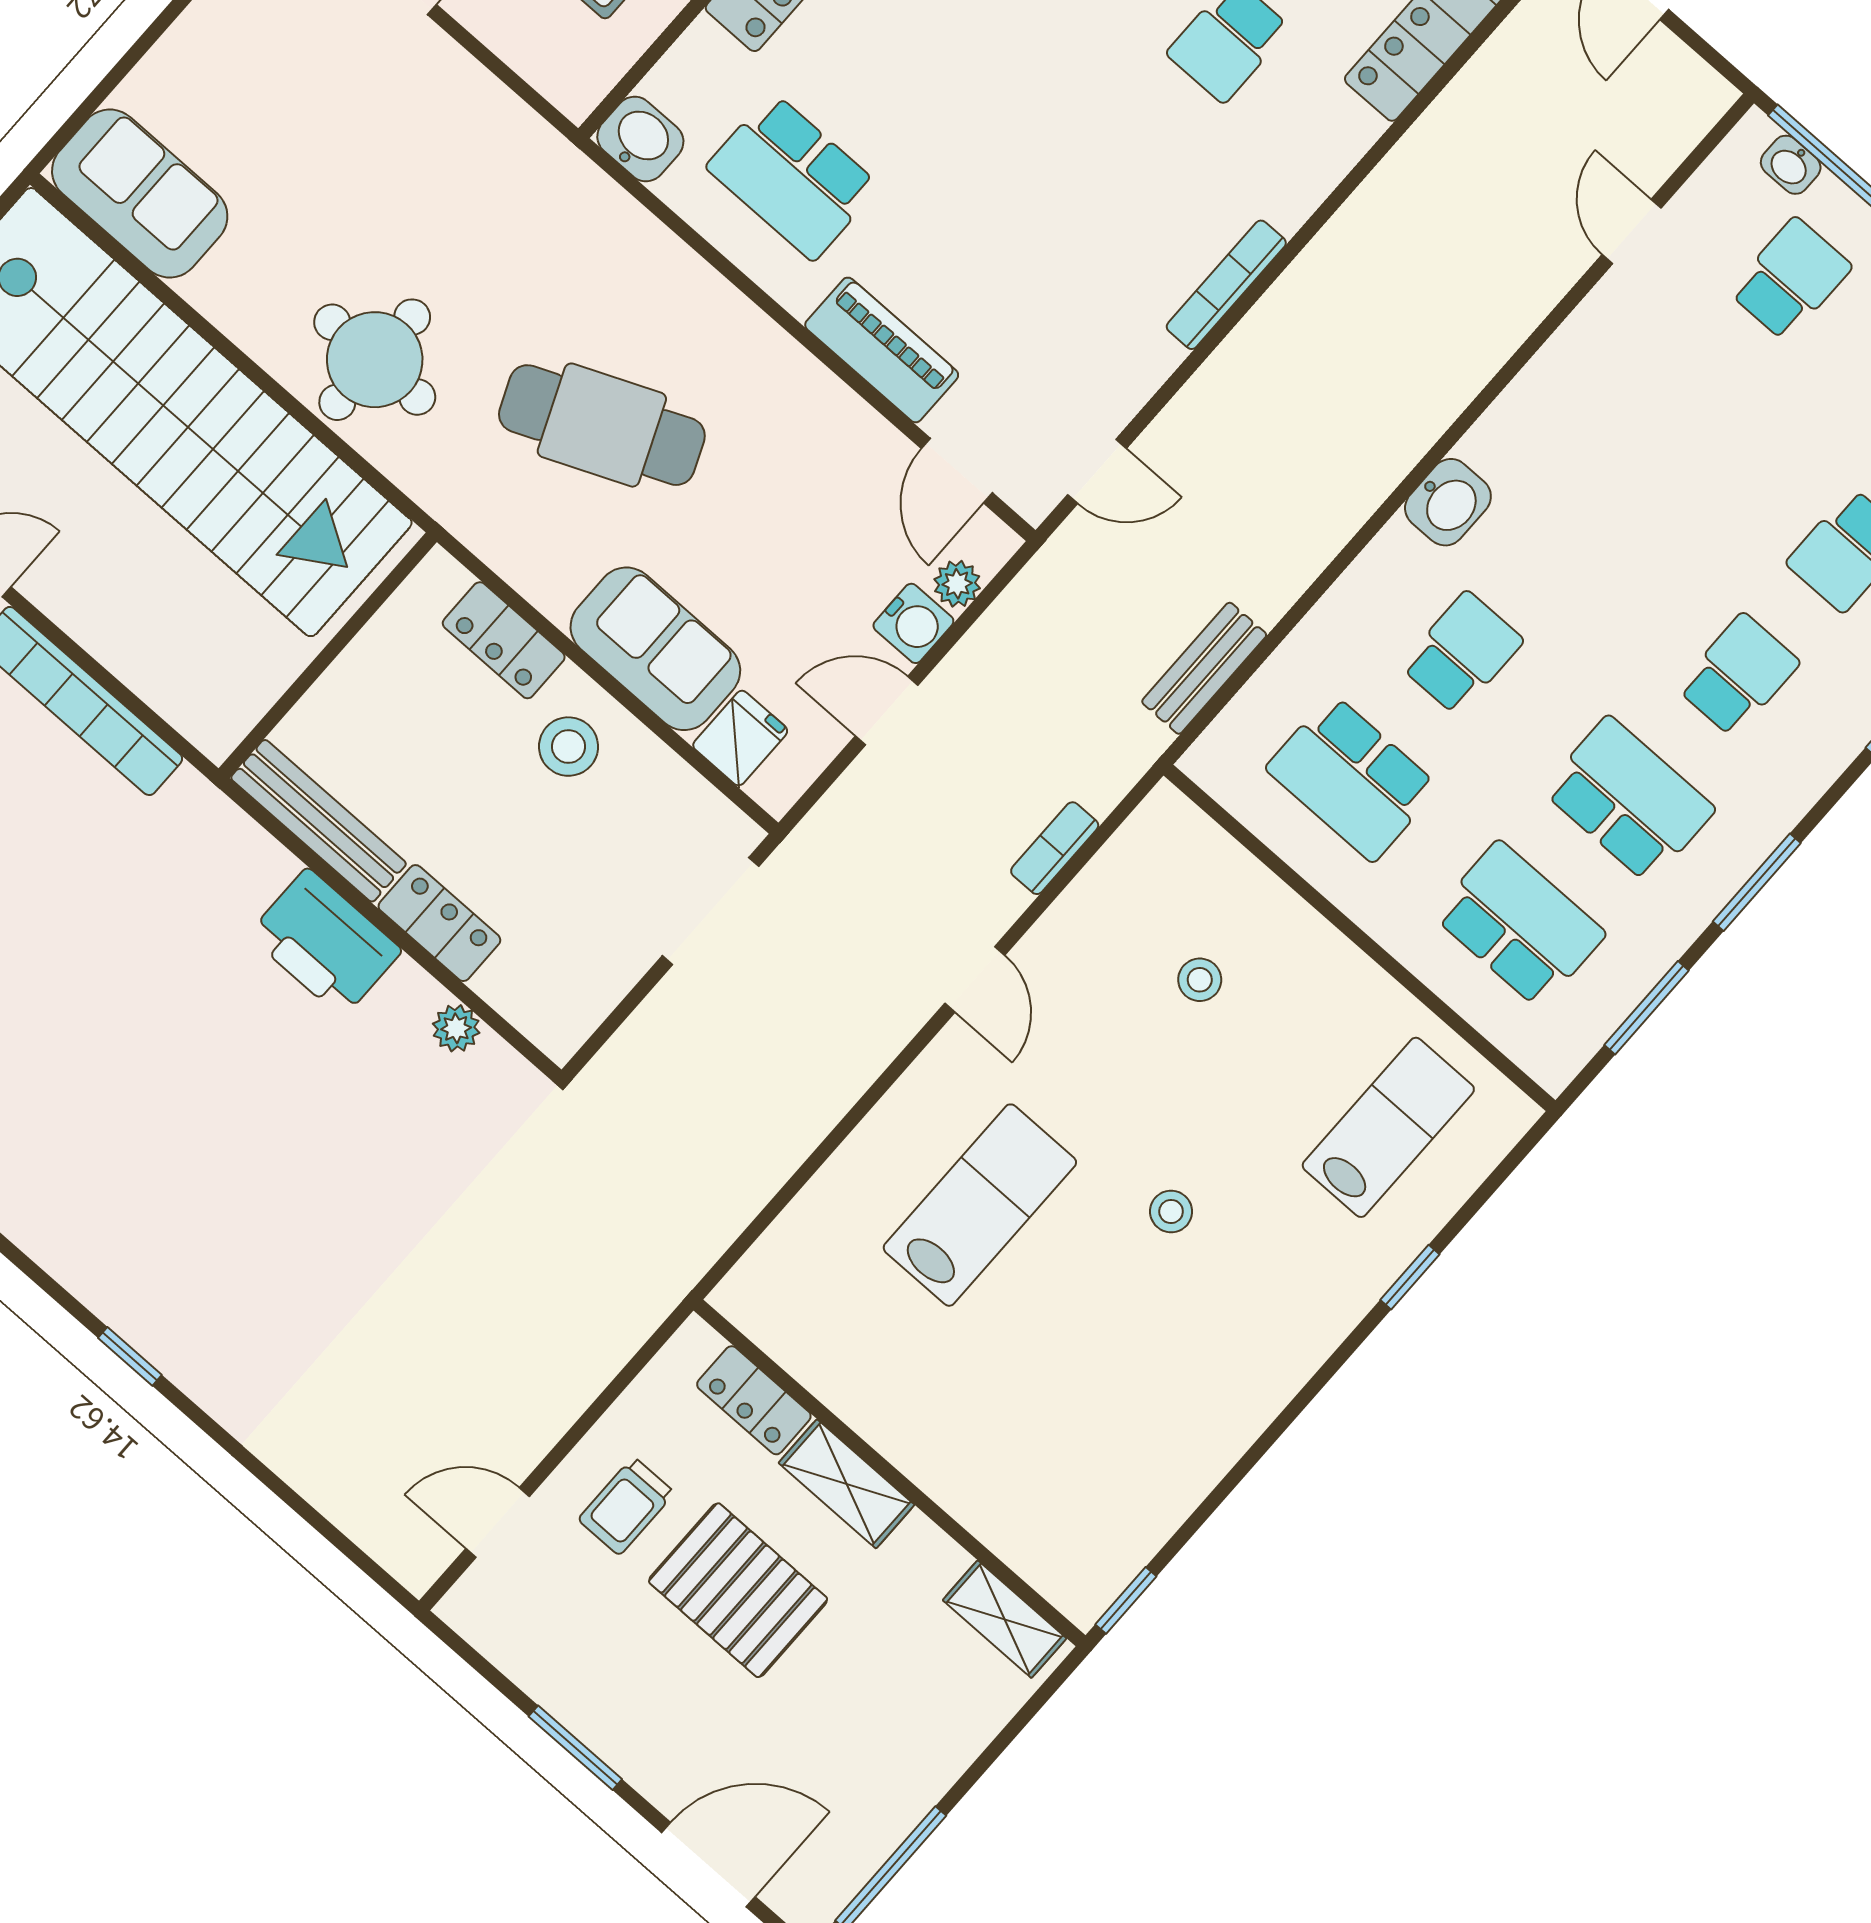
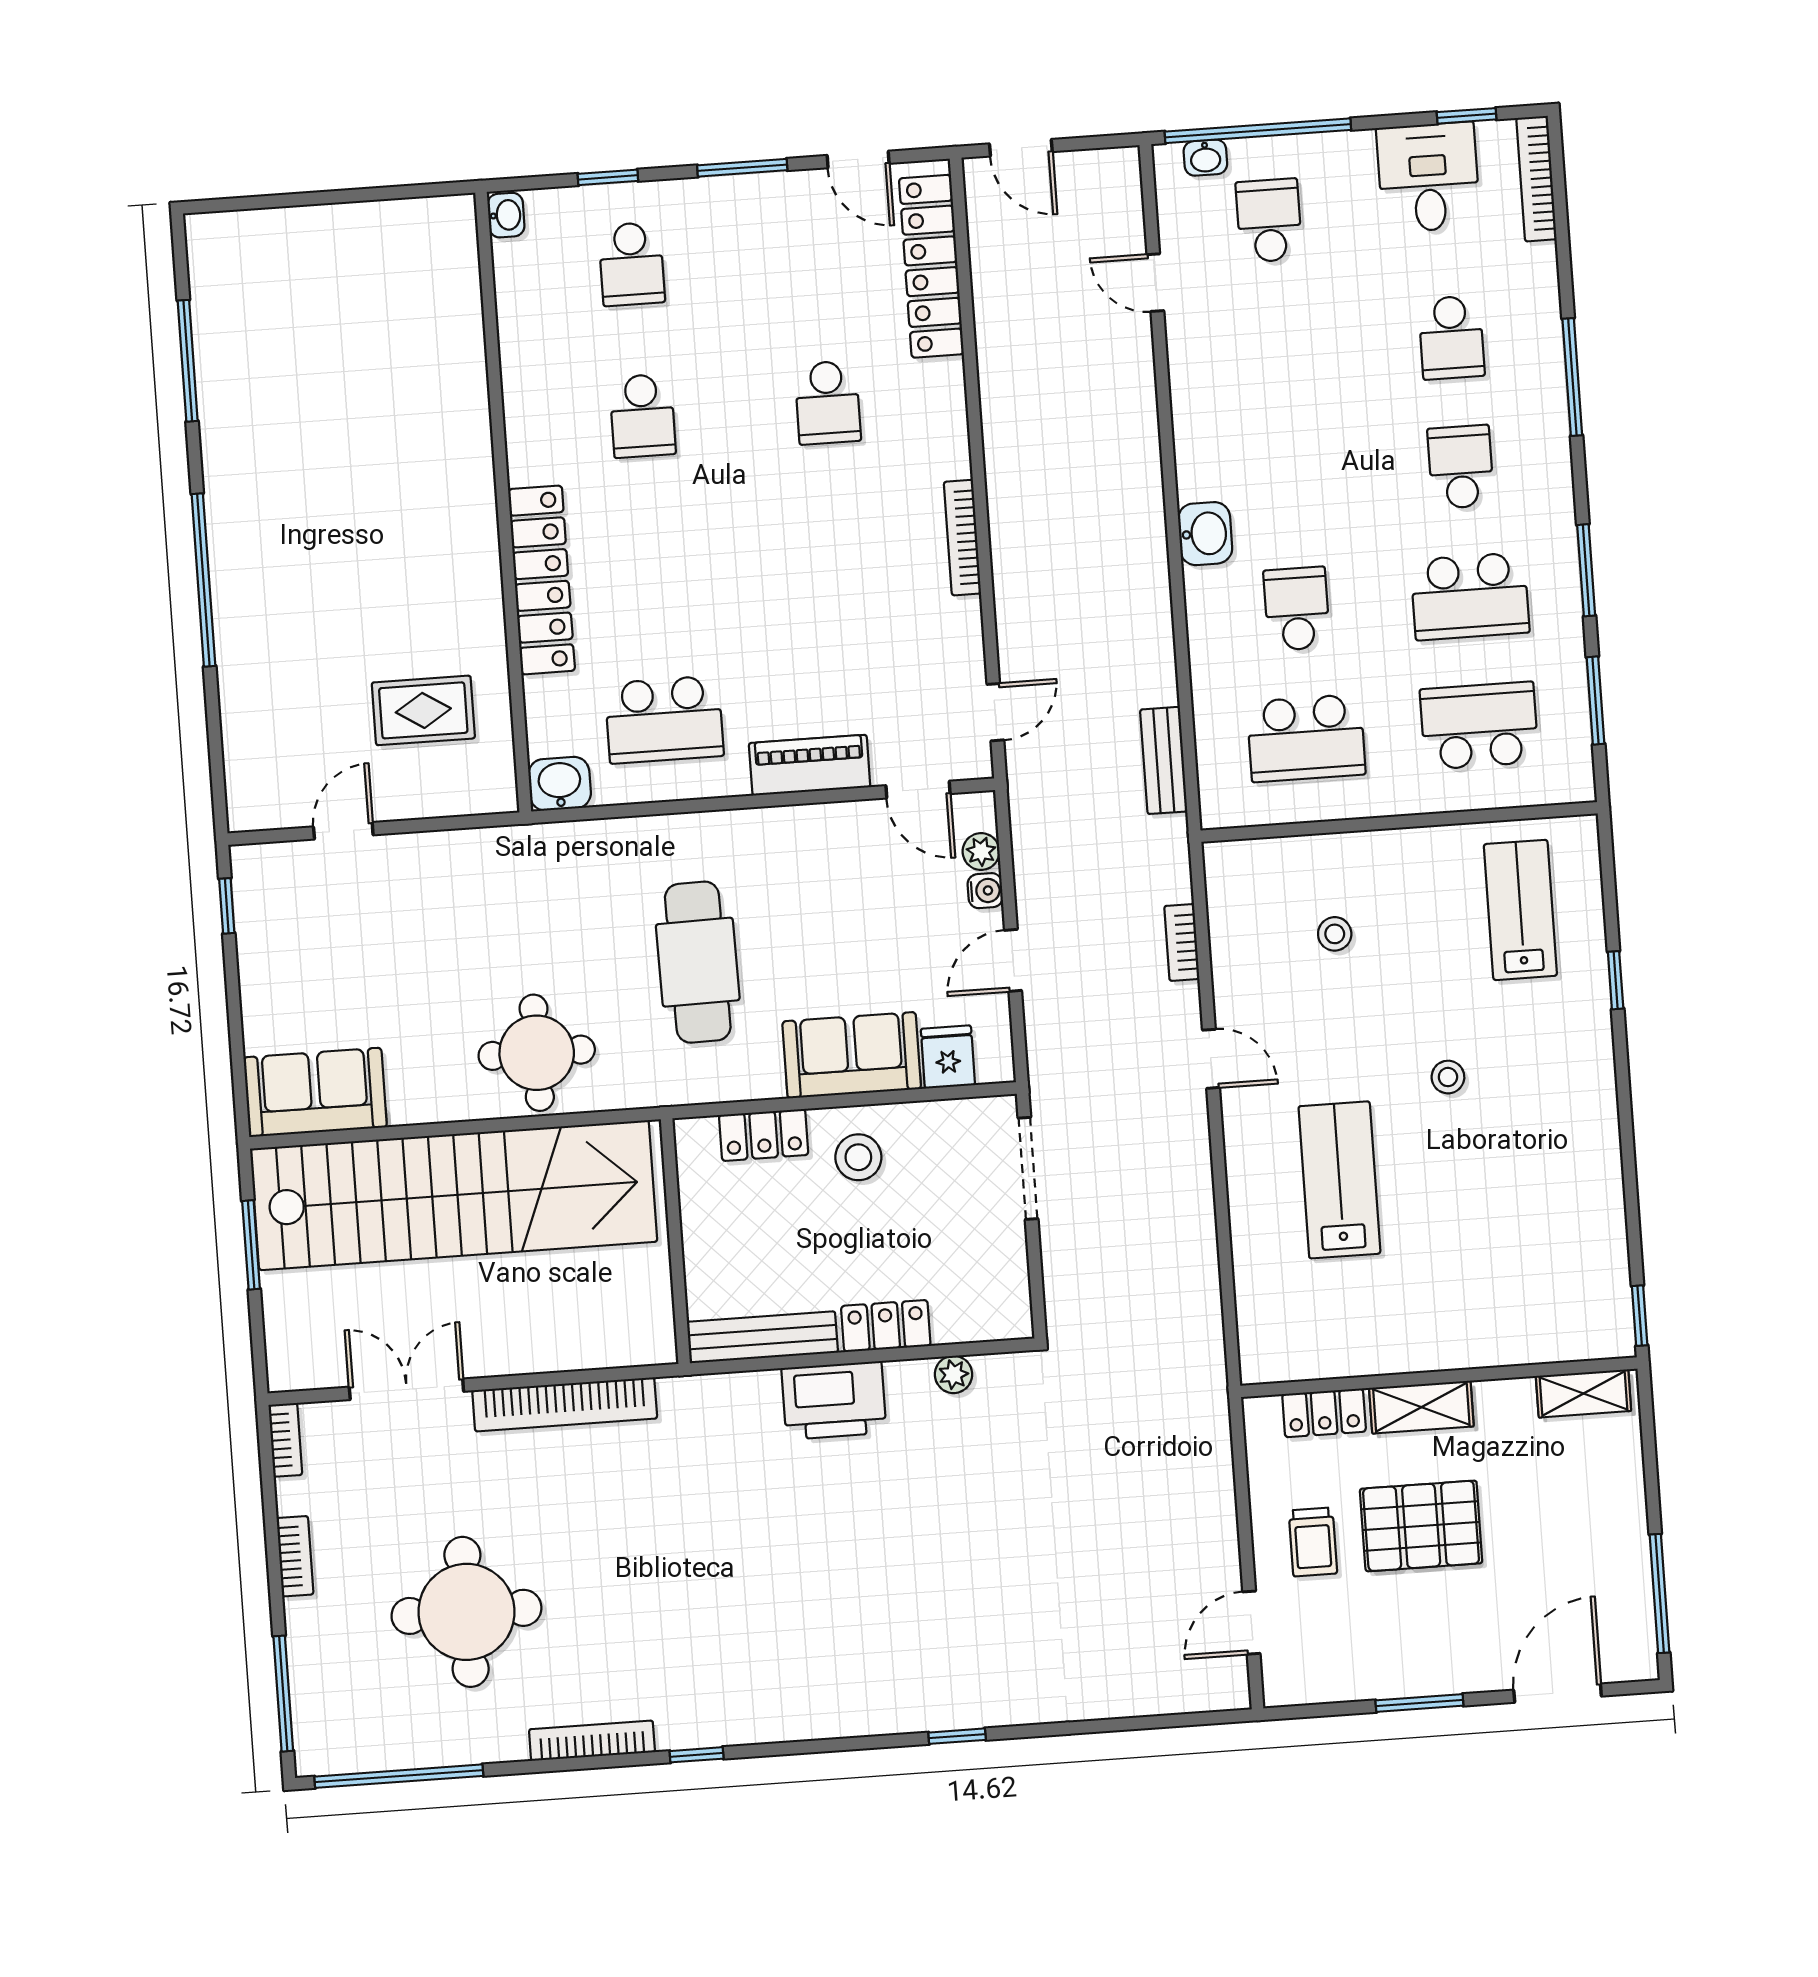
cafe table: (602, 425) -> (698, 962), turned -68
water cooler: (913, 623) -> (985, 891), width x0.72, depth x0.72
school desk: (1629, 800) -> (1470, 596), turned 180

